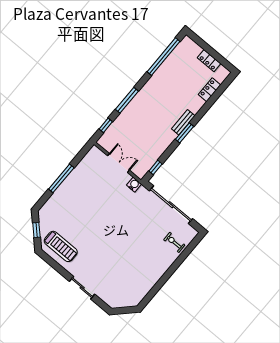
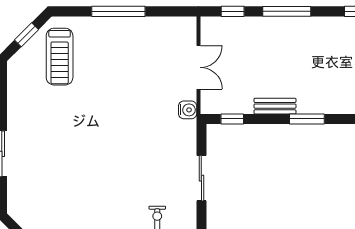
bench: (183, 122) -> (275, 106), moved
sliding door: (171, 205) -> (201, 178), width x0.54
treadmill: (61, 246) -> (60, 57), moved

